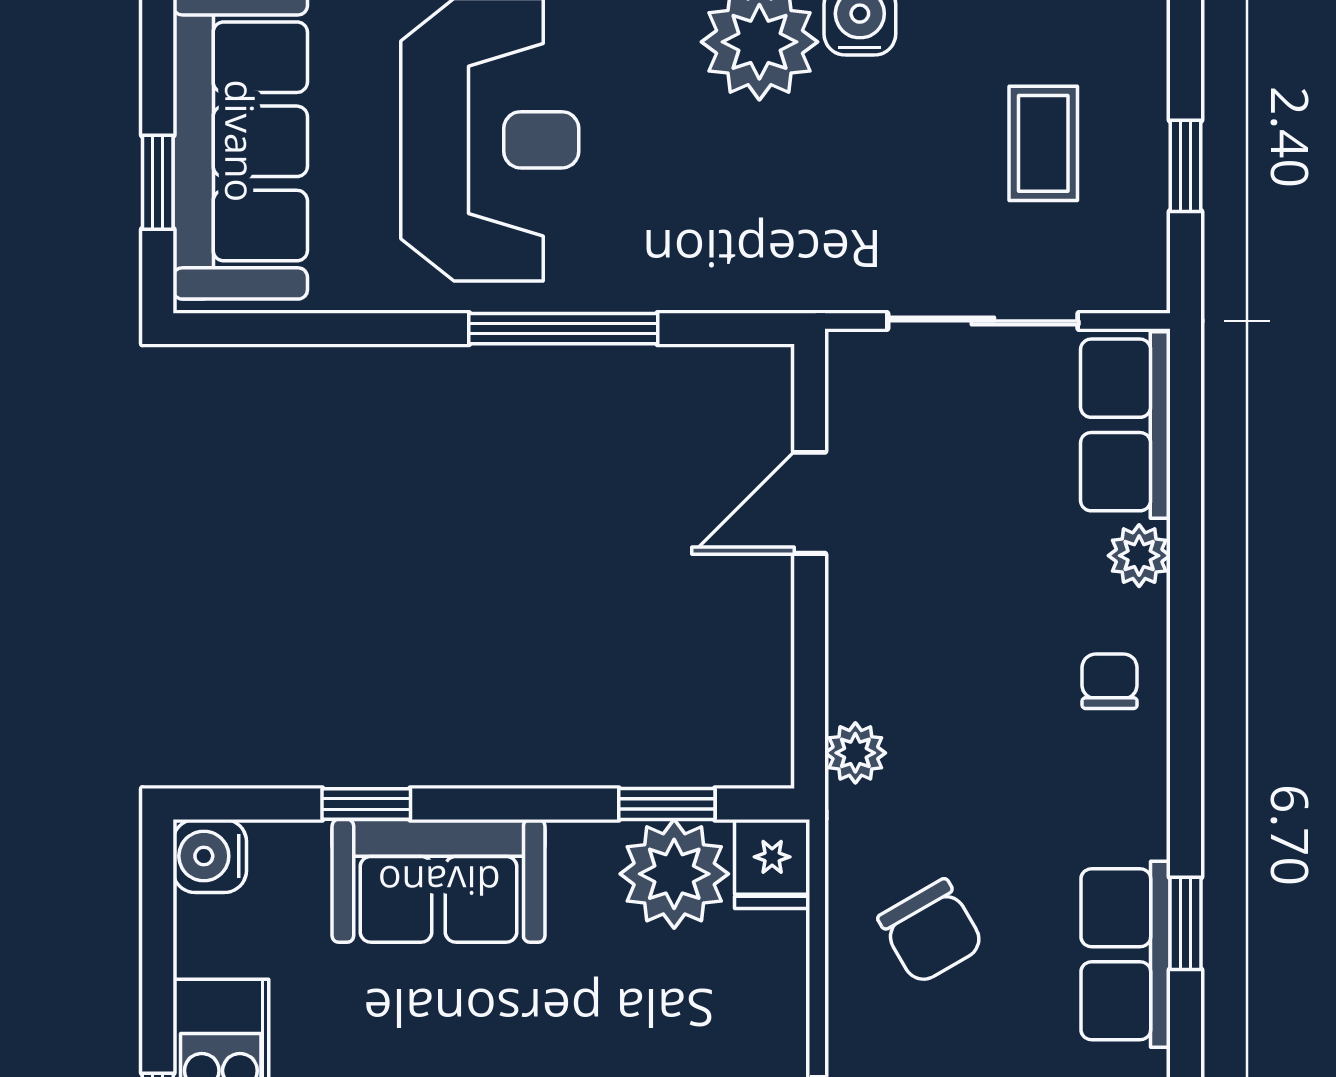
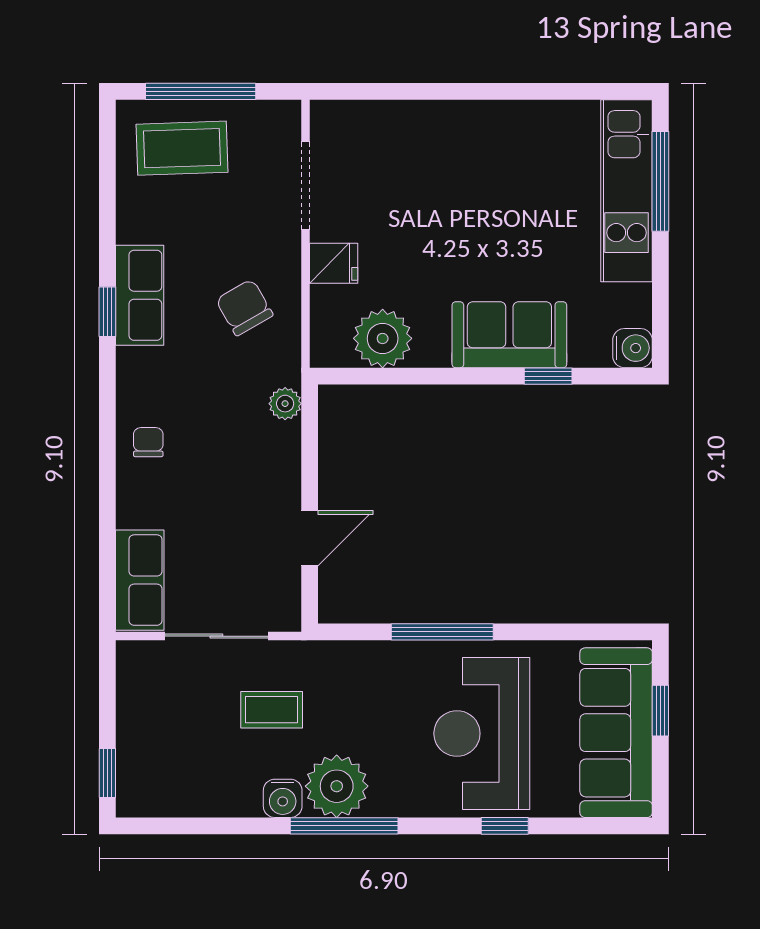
coffee table: (1043, 143) -> (272, 710), moved, turned 90
window: (1185, 166) -> (107, 773), moved
plant: (1139, 556) -> (132, 510), removed
chair: (1110, 681) -> (148, 442), turned 180
window: (667, 804) -> (387, 376), removed
fridge: (772, 864) -> (334, 263), moved, turned 90

